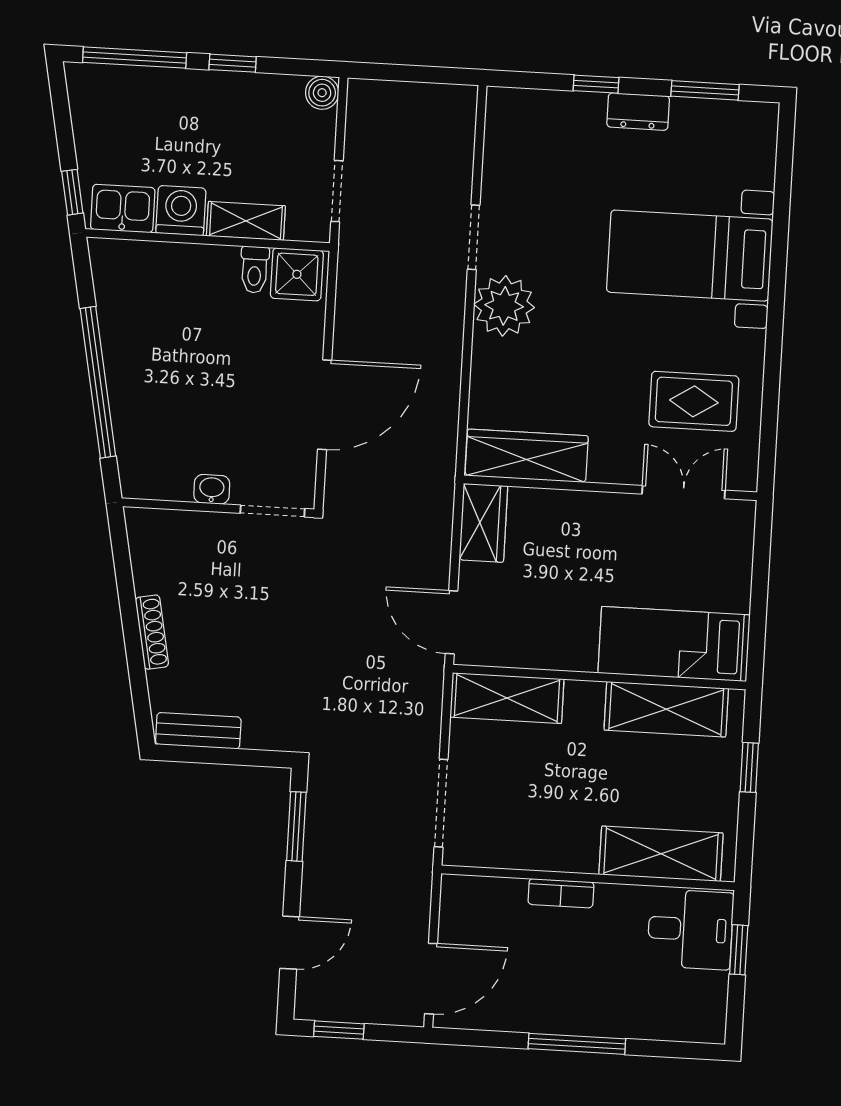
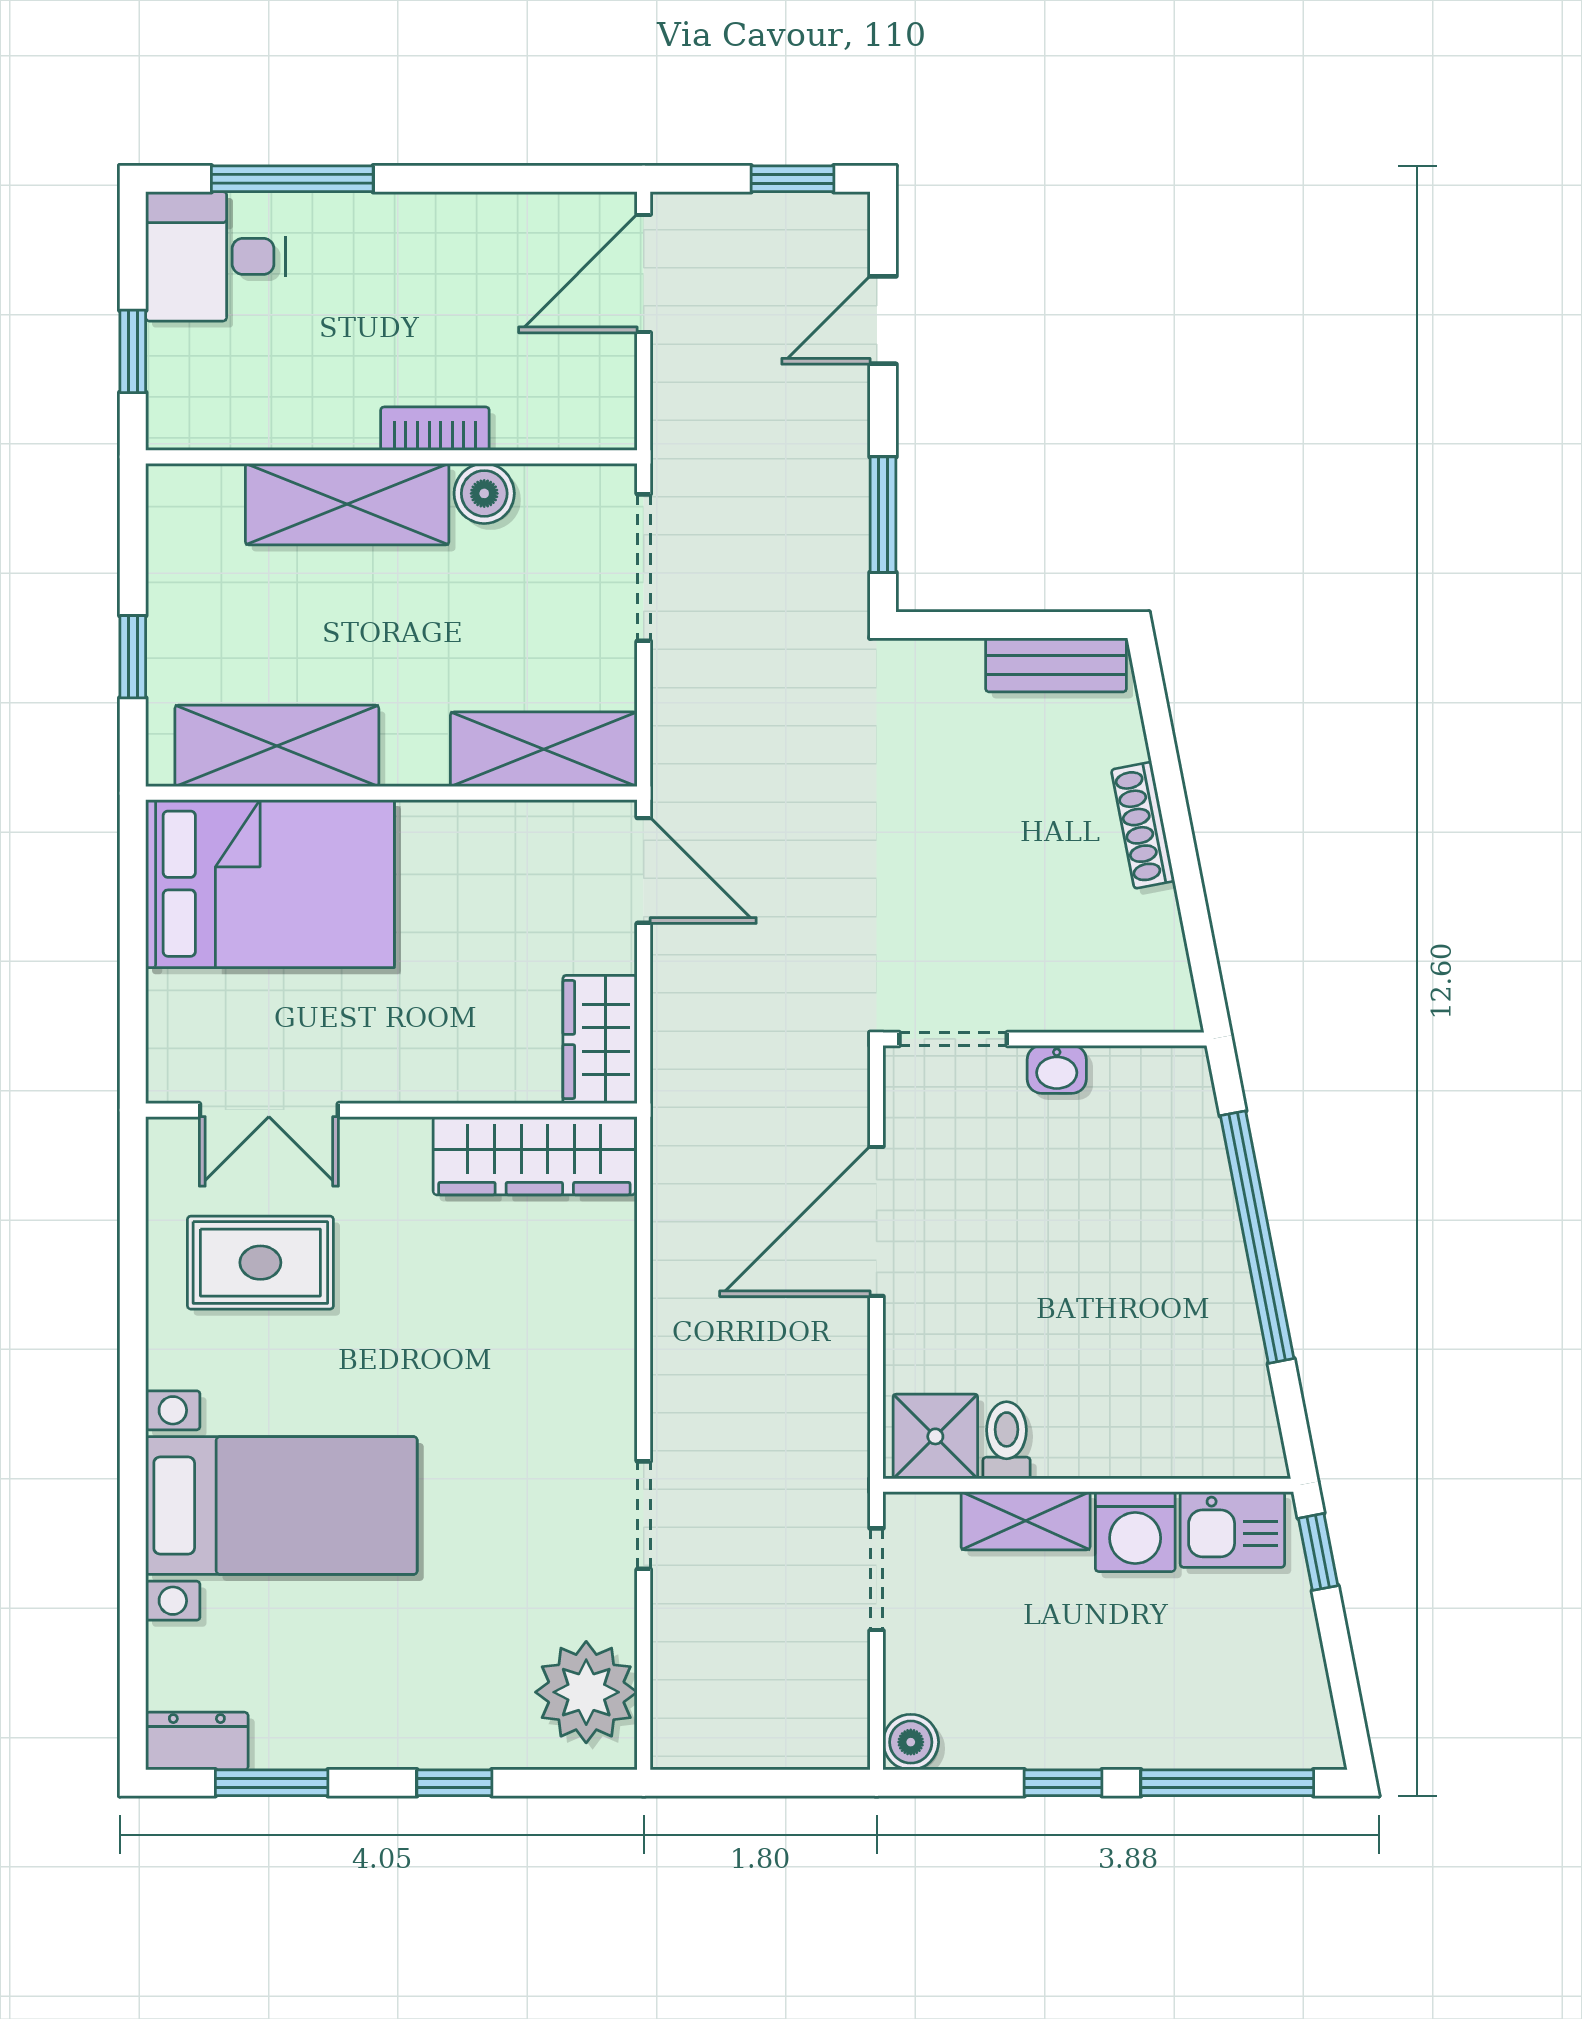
dresser: (638, 112) -> (197, 1741), moved
plant: (504, 306) -> (586, 1692), moved
bed: (674, 644) -> (270, 884), width x1.50
boiler: (534, 853) -> (484, 493), added
shelving: (661, 854) -> (347, 504), moved
desk: (690, 929) -> (215, 256), moved
window: (577, 1044) -> (292, 179), moved

